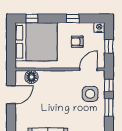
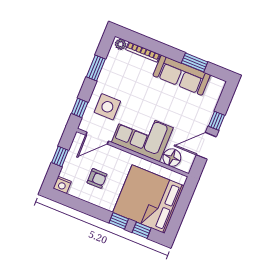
window: (73, 18) -> (119, 221), moved
corner sofa: (58, 84) -> (142, 135), added
window: (109, 107) -> (96, 68), moved
window: (11, 115) -> (216, 121), added

